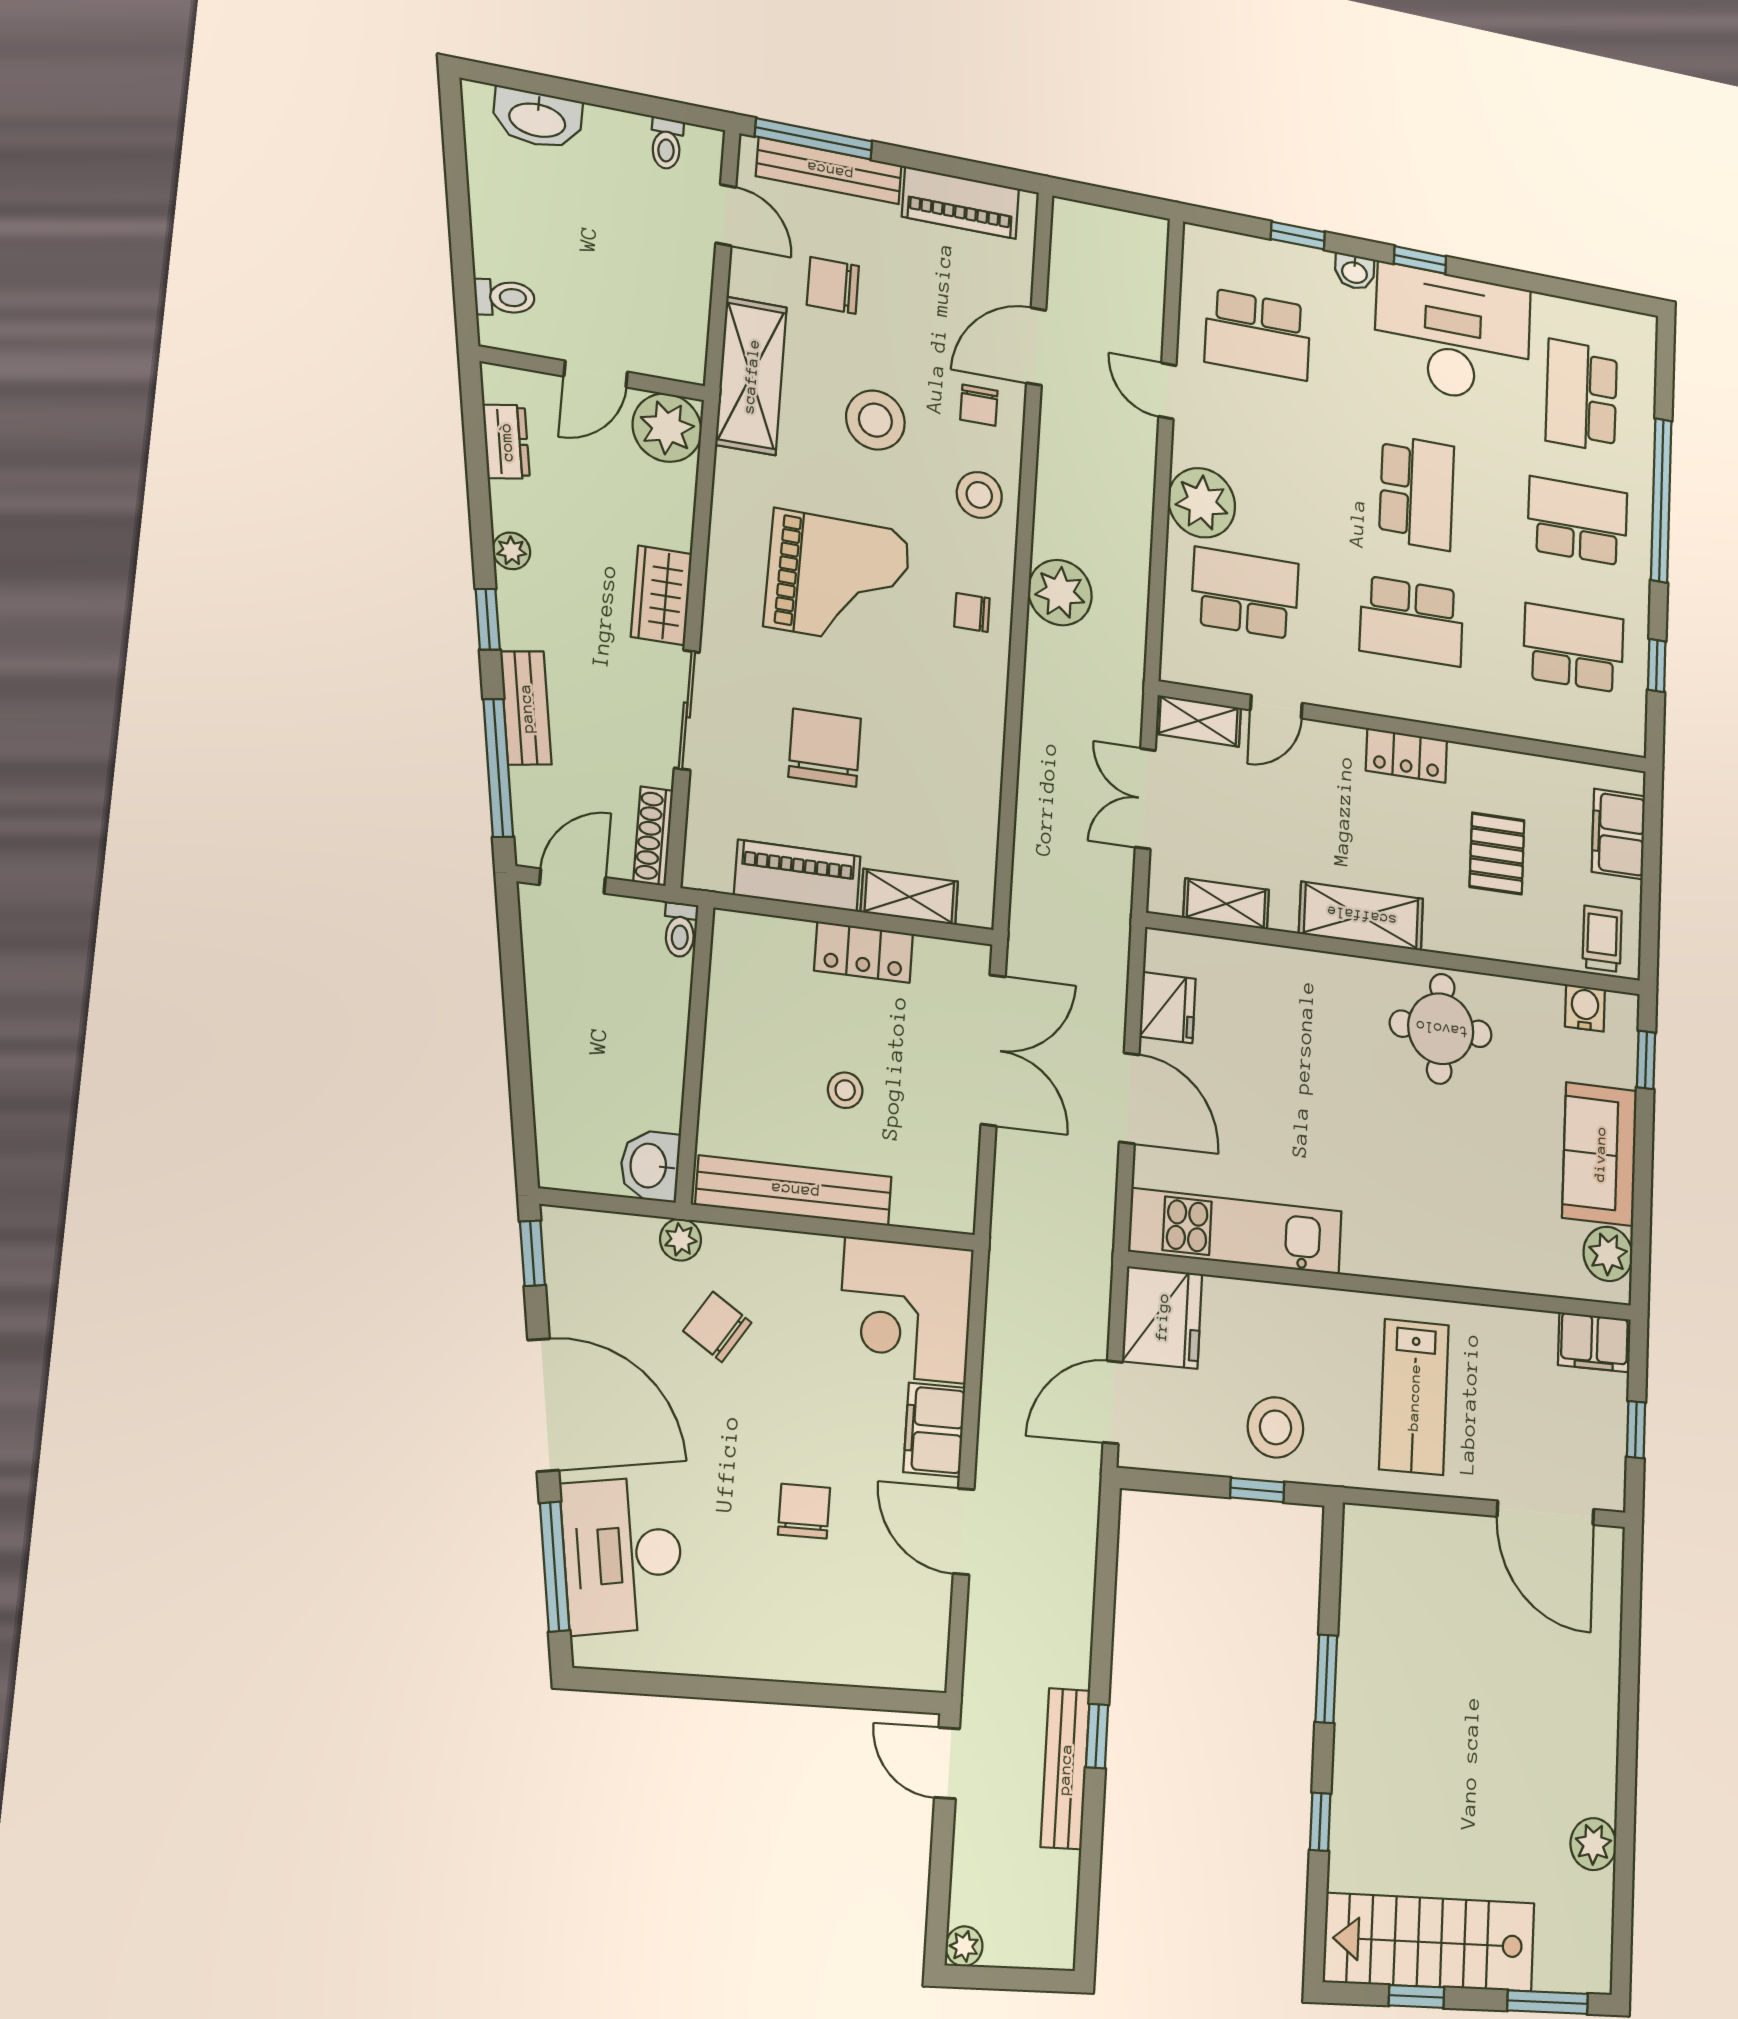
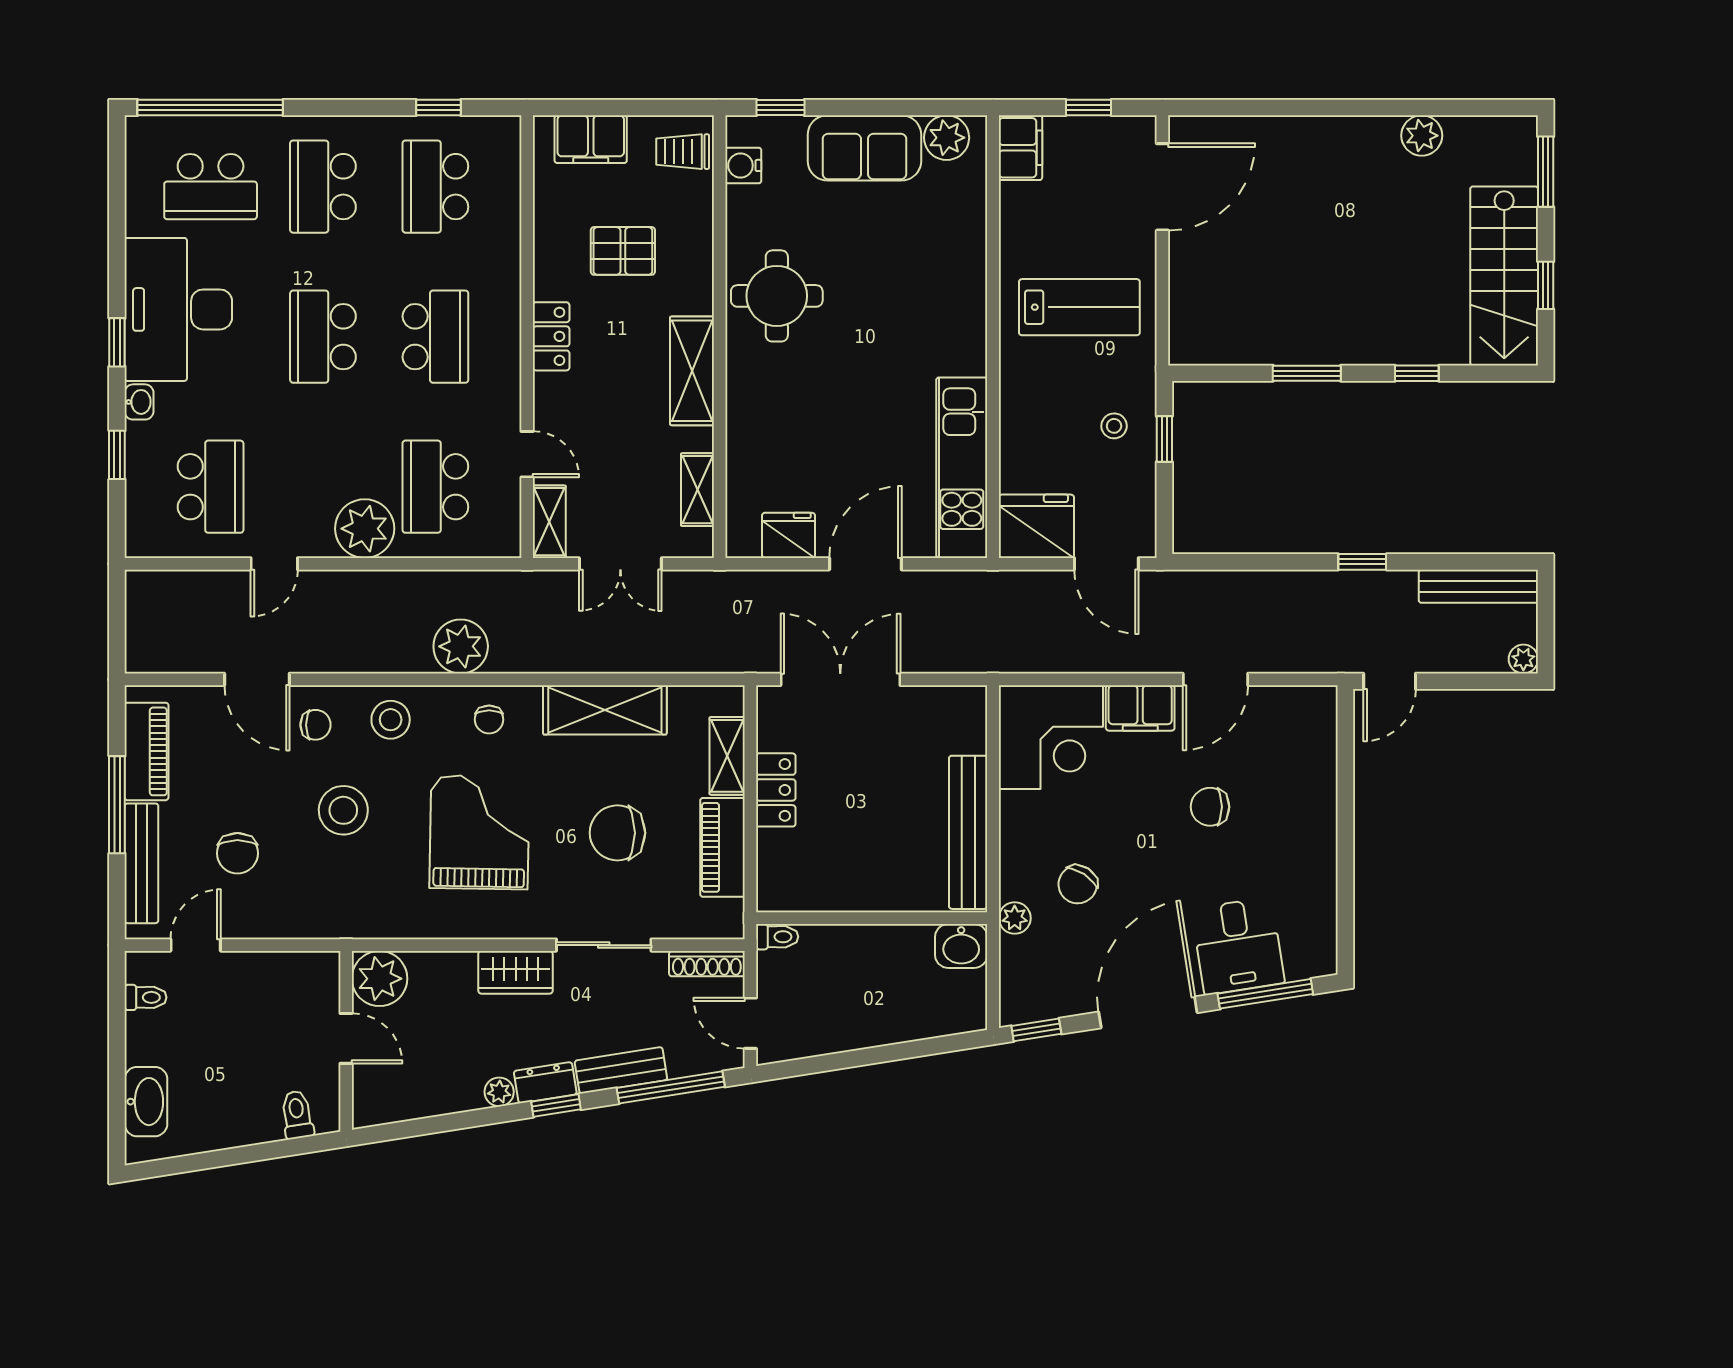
window: (814, 139) -> (117, 805), moved
shelving: (751, 376) -> (605, 710), moved
dresser: (506, 442) -> (545, 1083), moved
school desk: (1417, 492) -> (323, 337), turned -90
window: (1661, 500) -> (210, 108), moved
stool: (845, 1090) -> (886, 797), removed
stool: (1276, 1427) -> (1114, 426), width x0.53, depth x0.53
desk: (623, 1555) -> (1238, 946), width x0.73
bench: (1065, 1769) -> (1478, 586), moved

